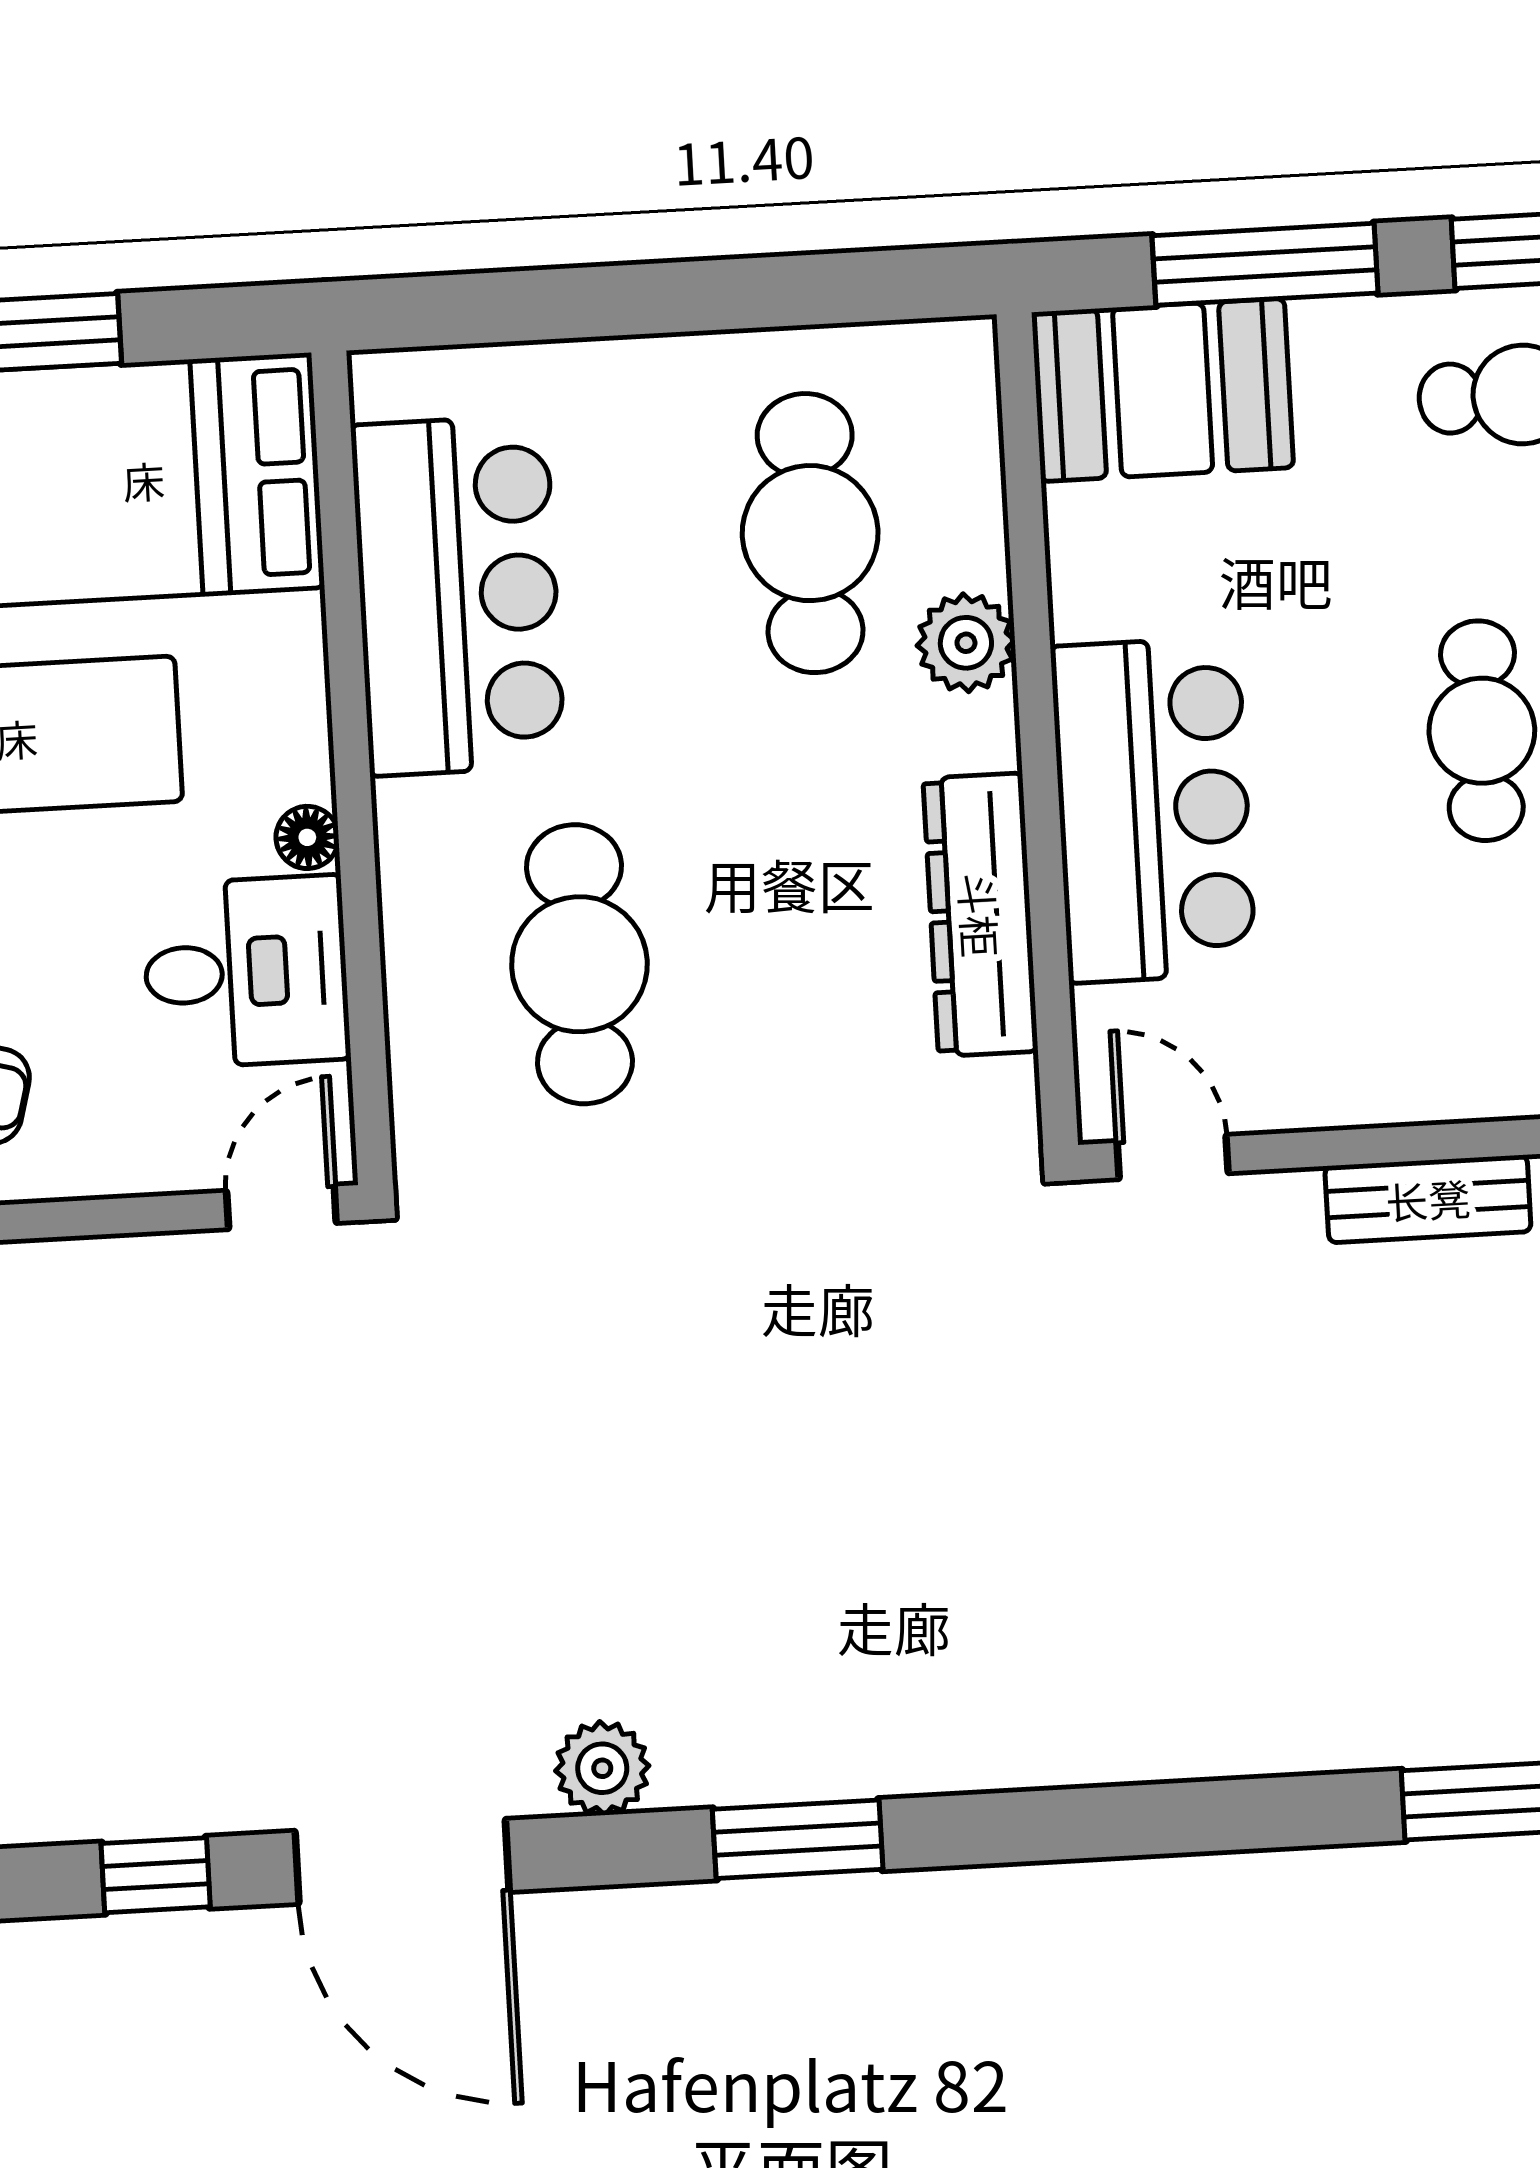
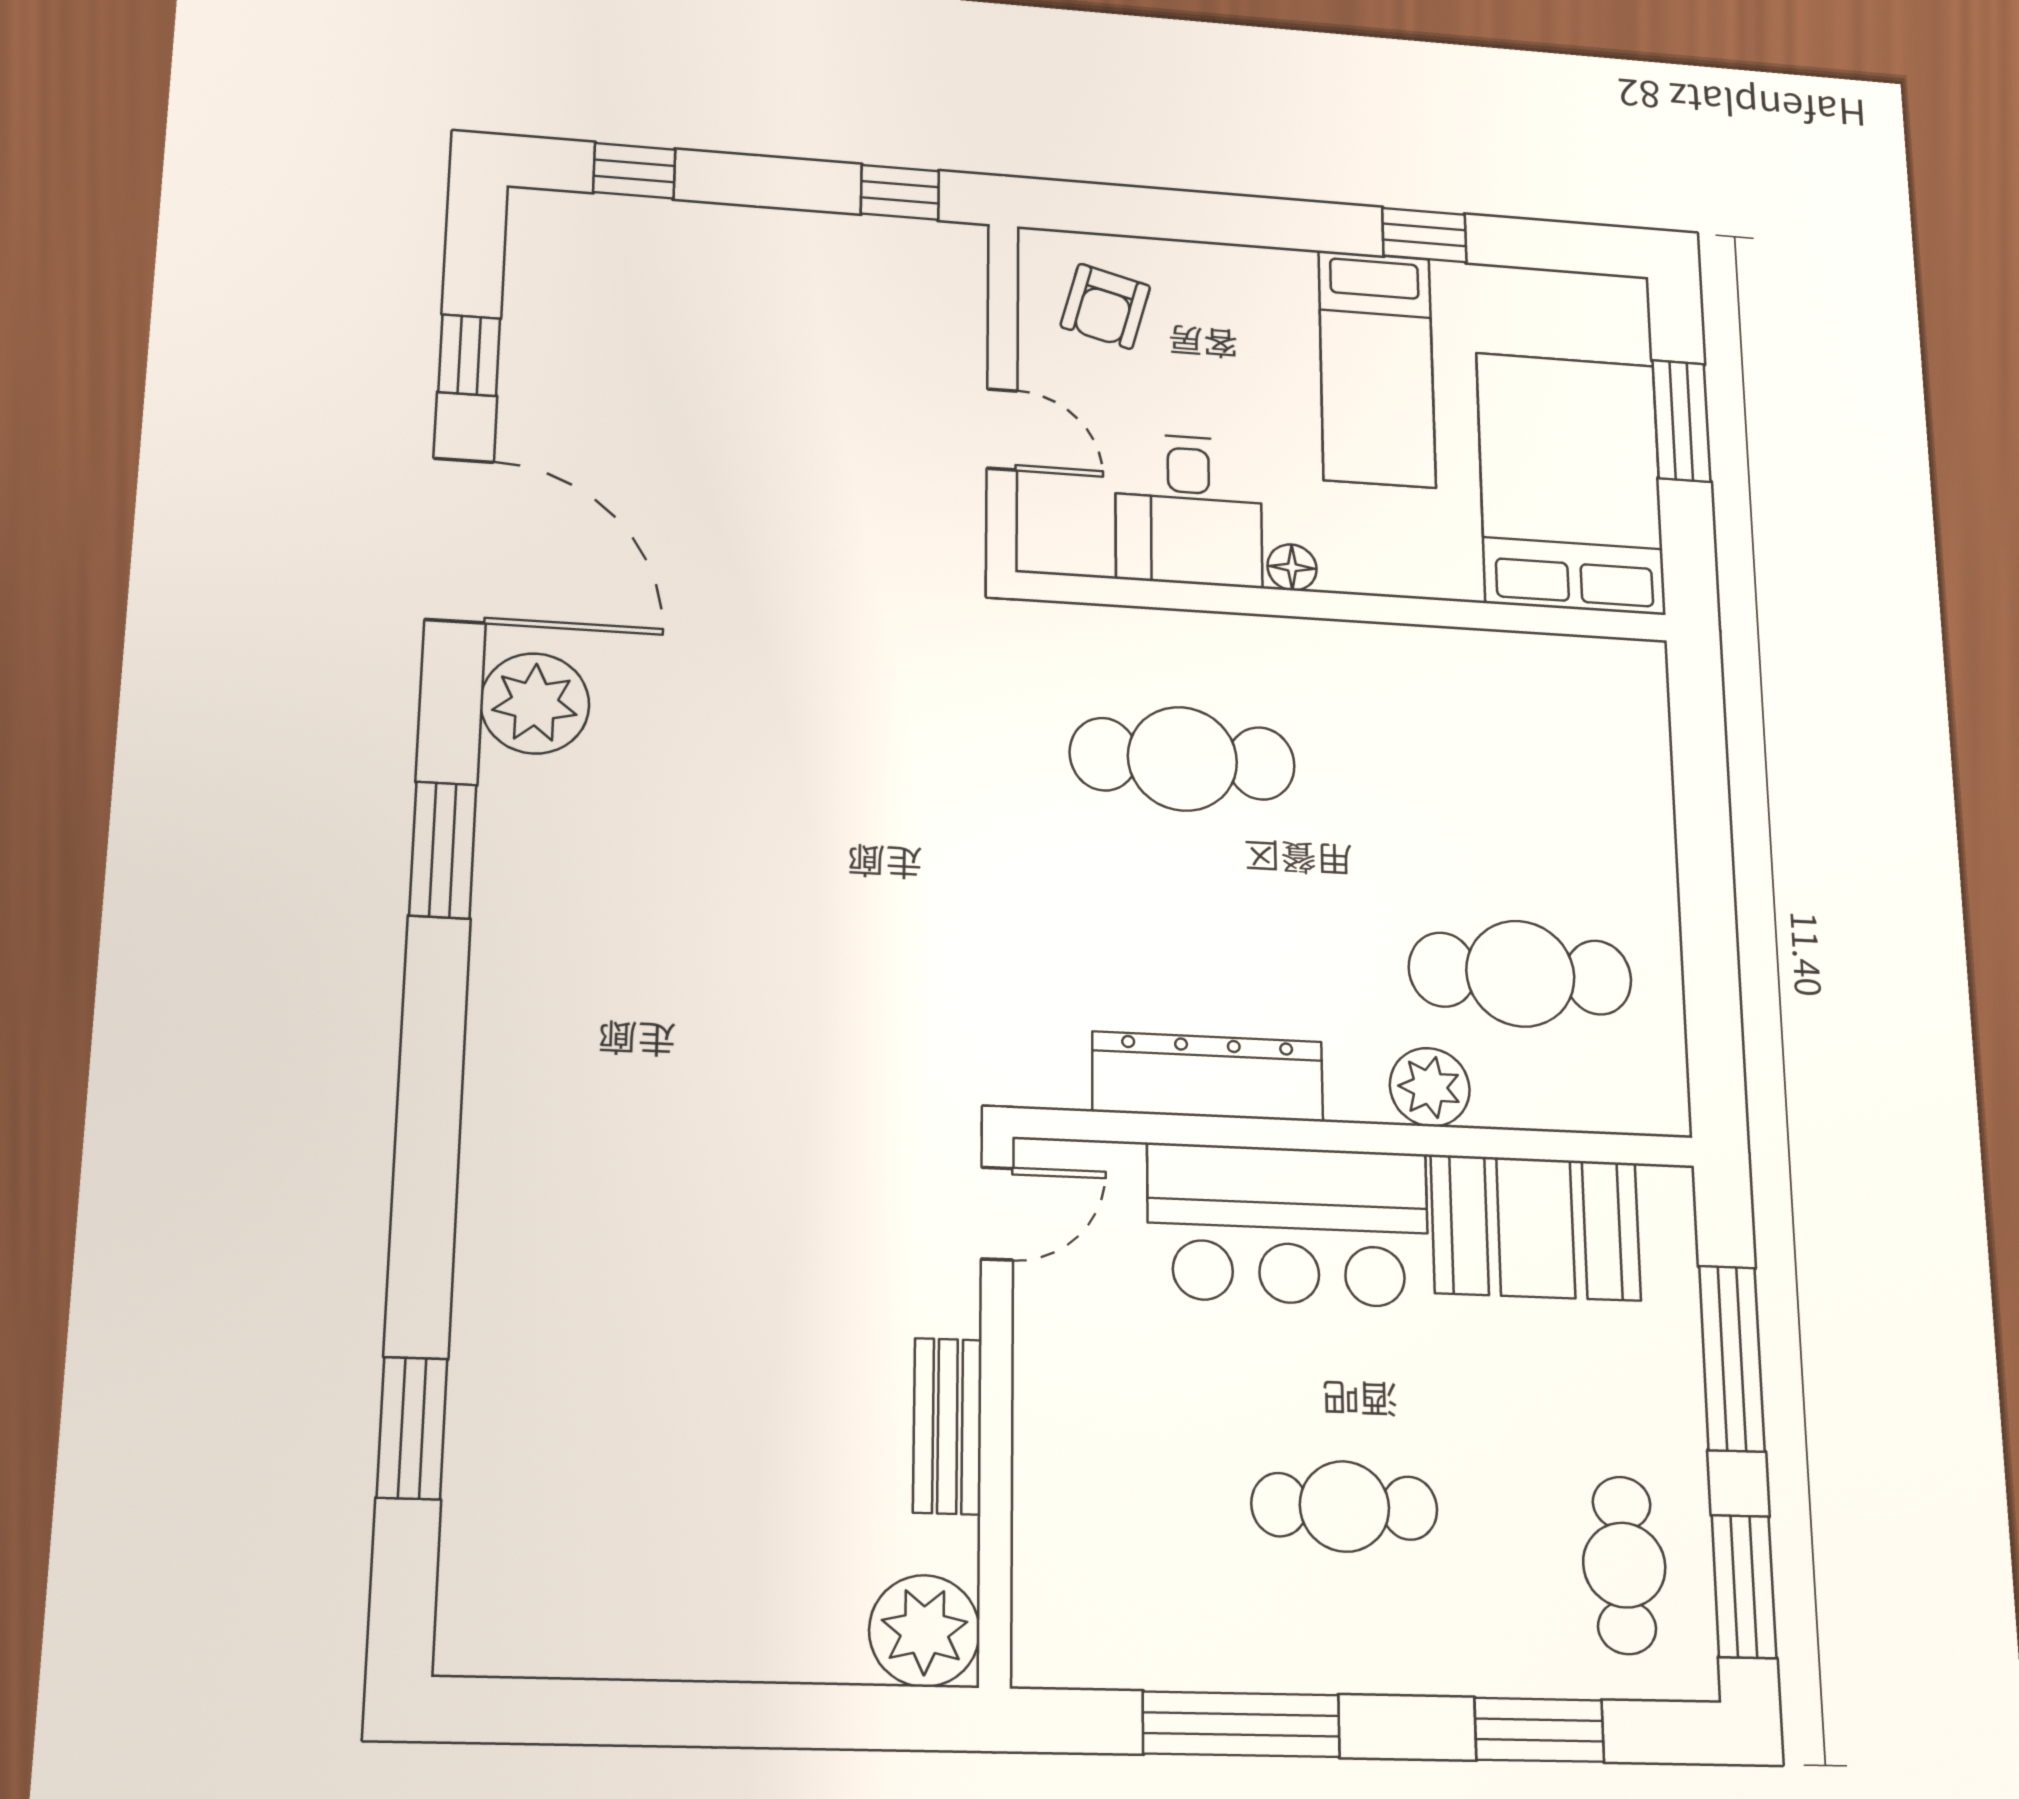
booth: (1163, 390) -> (1536, 1228), moved, turned 90
bar counter: (458, 596) -> (1477, 701), removed
door: (281, 1207) -> (1002, 429), moved
plant: (602, 1768) -> (535, 703), width x1.36, depth x1.36
door: (402, 1861) -> (459, 540), swing flipped

